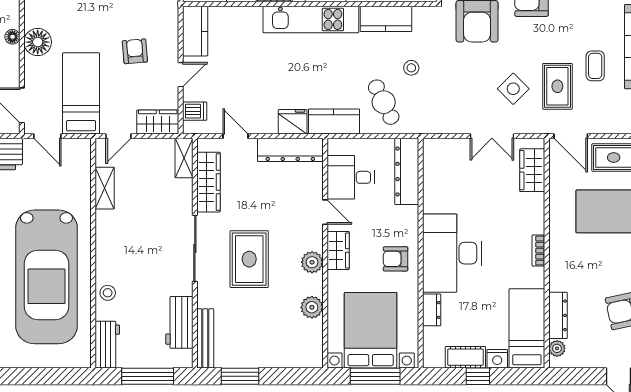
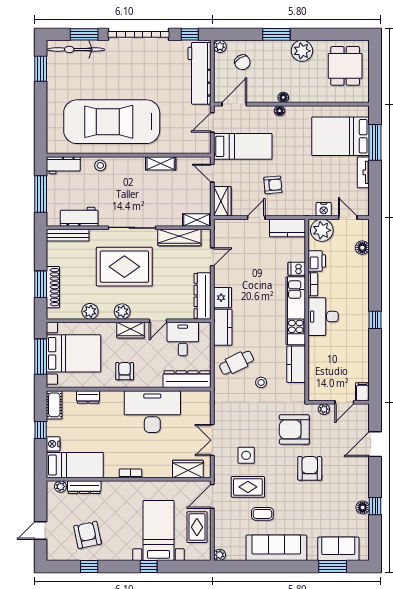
floor lamp: (38, 42) -> (280, 111), width x0.53, depth x0.53
door: (181, 75) -> (256, 218), swing flipped
side table: (513, 89) -> (246, 455), turned 45
dishwasher: (195, 111) -> (297, 269), moved, turned 90
shelving: (105, 188) -> (161, 163), moved
desk: (452, 253) -> (152, 412), moved
rug: (249, 259) -> (124, 267), width x1.37, depth x1.44
cot: (465, 357) -> (54, 405), moved
shoe rack: (278, 359) -> (53, 287), added
window: (240, 376) -> (41, 284), moved

